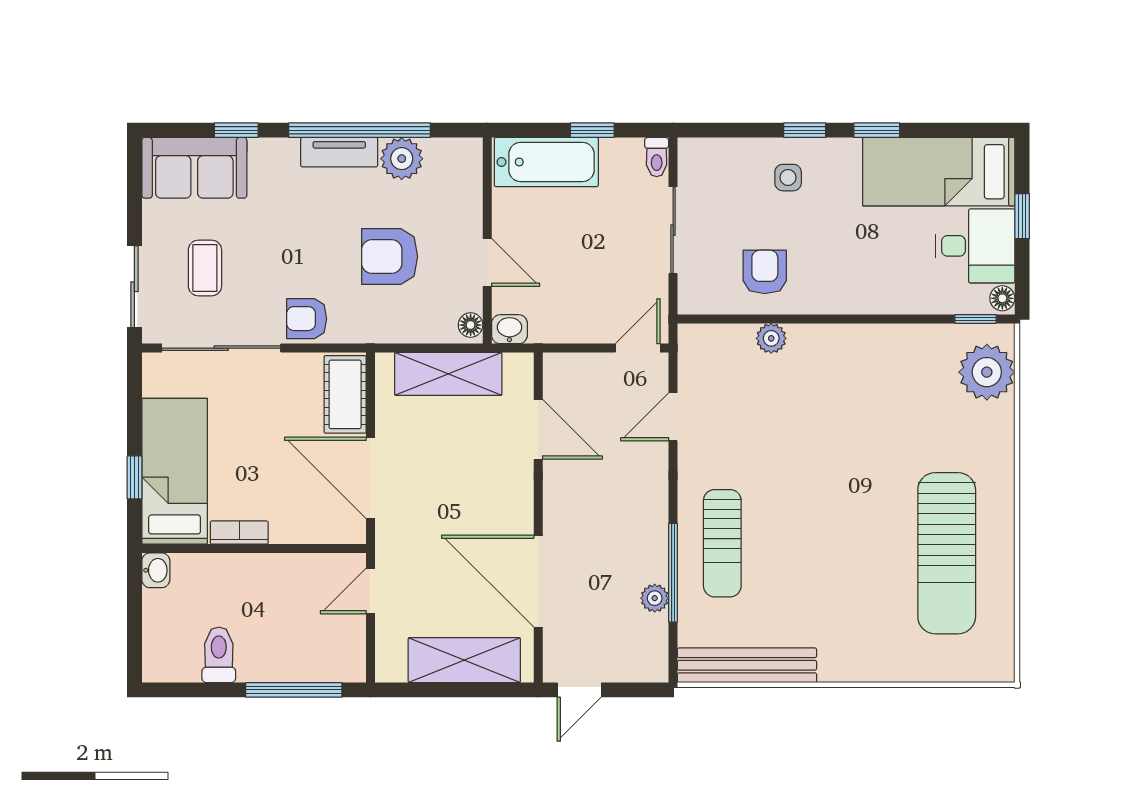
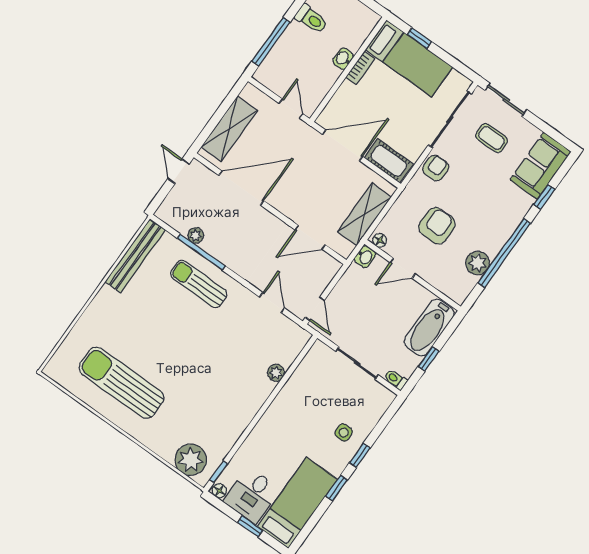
tv unit: (339, 152) -> (501, 237), removed
armchair: (765, 272) -> (308, 391), removed
washbasin: (156, 570) -> (343, 59), moved, turned 90

